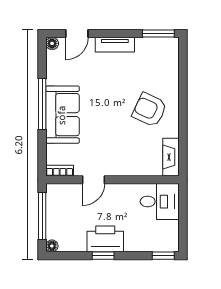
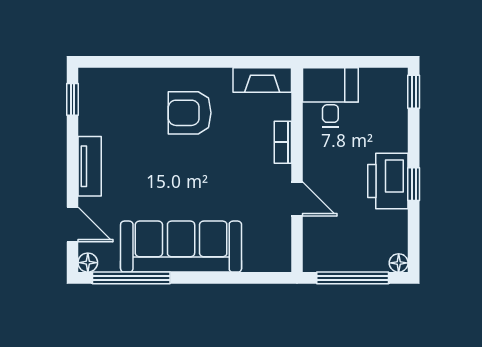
window: (158, 33) -> (72, 99), width x0.67
window: (42, 104) -> (131, 278), moved
armchair: (150, 110) -> (190, 113), turned 65
sofa: (62, 115) -> (181, 247), width x1.36
bookcase: (60, 171) -> (283, 142), moved

